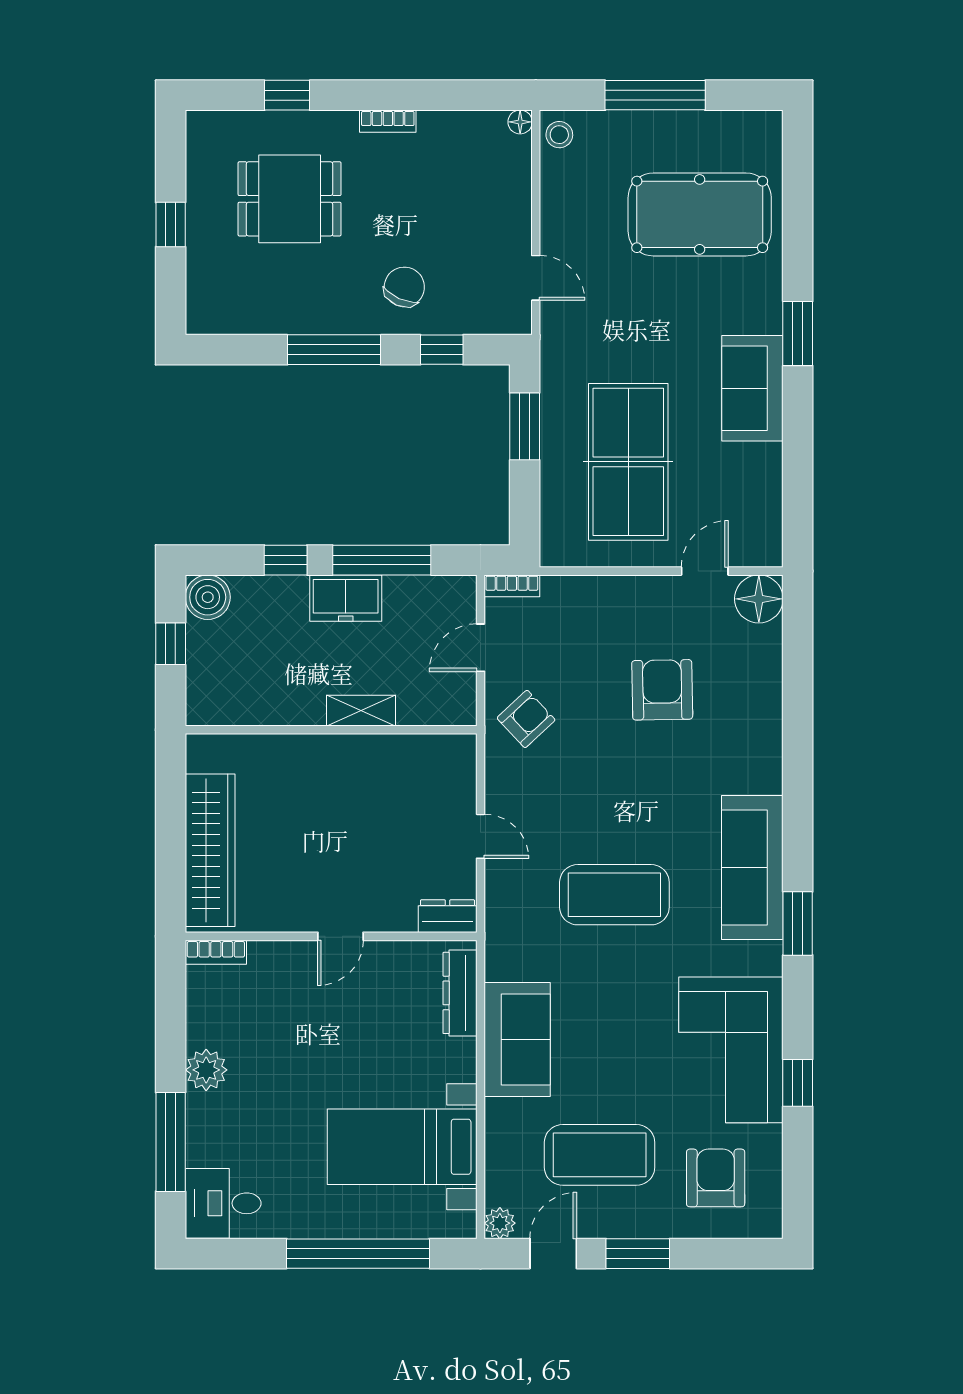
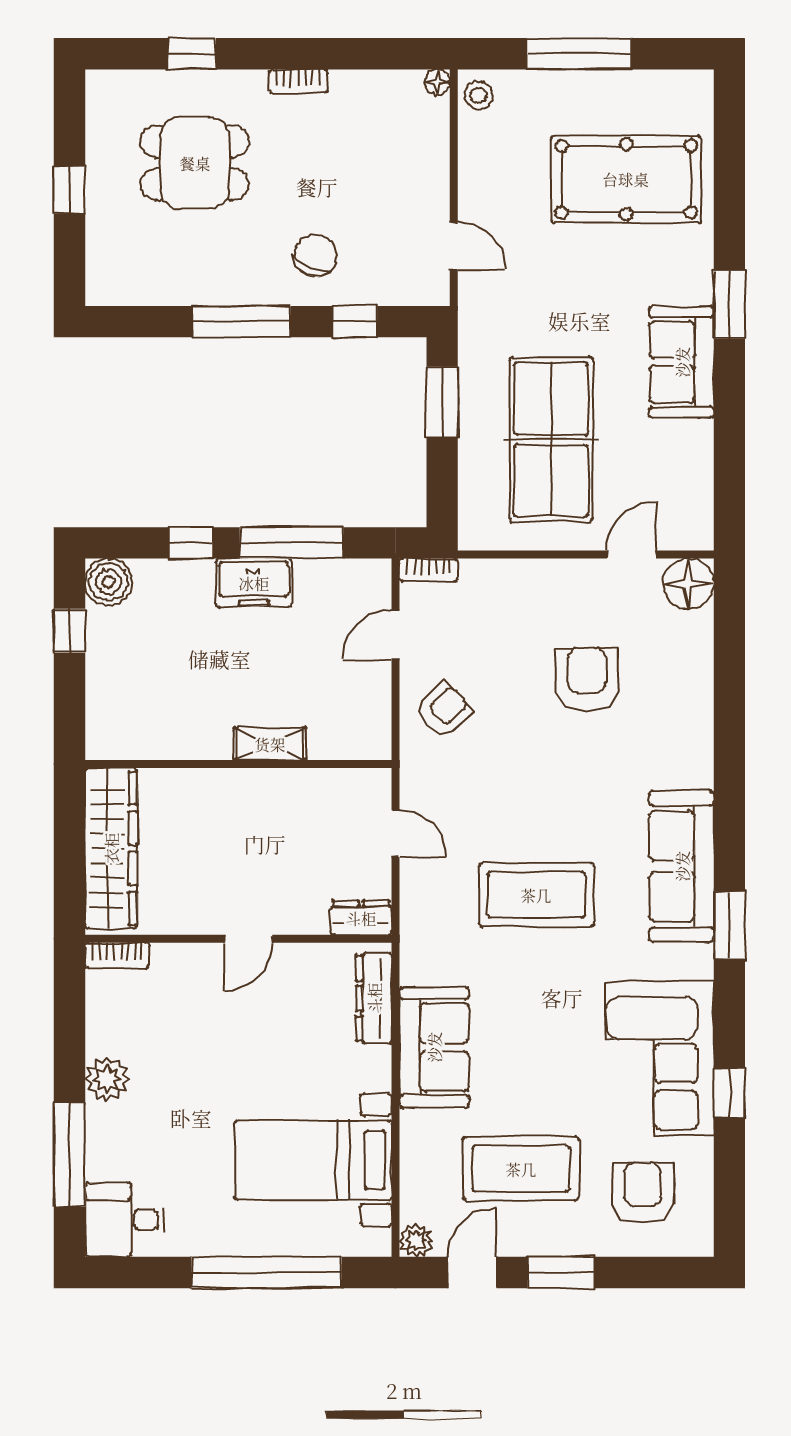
shelving: (361, 711) -> (270, 744), moved
wall: (331, 730) -> (238, 764), moved

